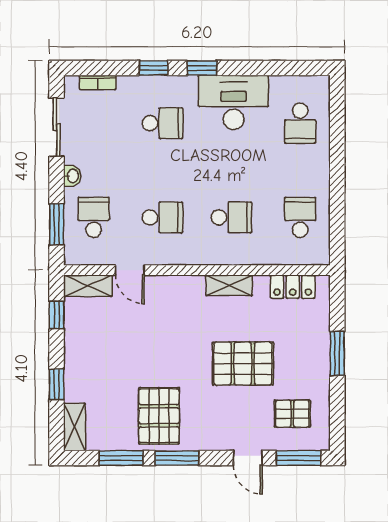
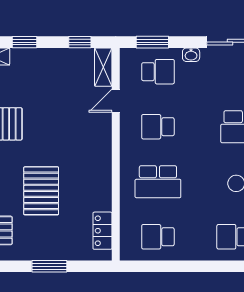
school desk: (162, 217) -> (158, 127), turned 90
school desk: (231, 217) -> (158, 182), width x1.85
school desk: (300, 217) -> (158, 237), turned 180
shelving: (229, 285) -> (104, 180), removed

